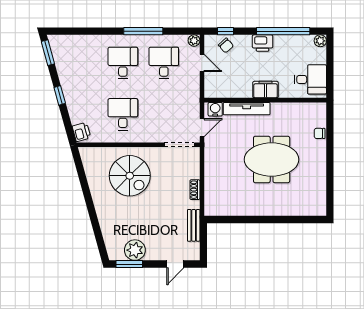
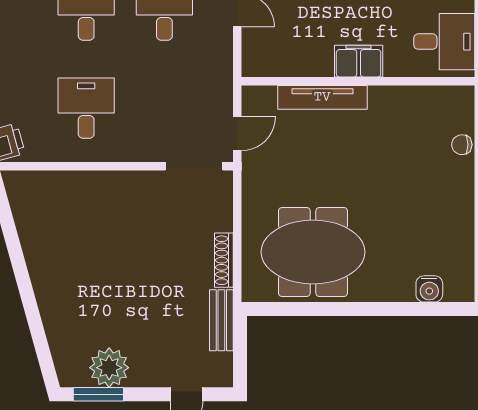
water cooler: (215, 109) -> (429, 289), moved, turned 180
meeting table: (272, 160) -> (313, 252), moved
spiral stairs: (130, 176) -> (99, 225), removed
shoe rack: (195, 190) -> (224, 260), width x1.43

